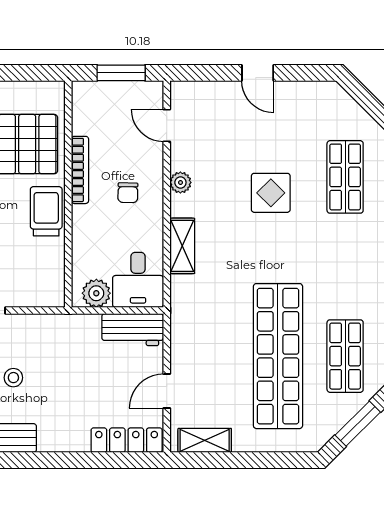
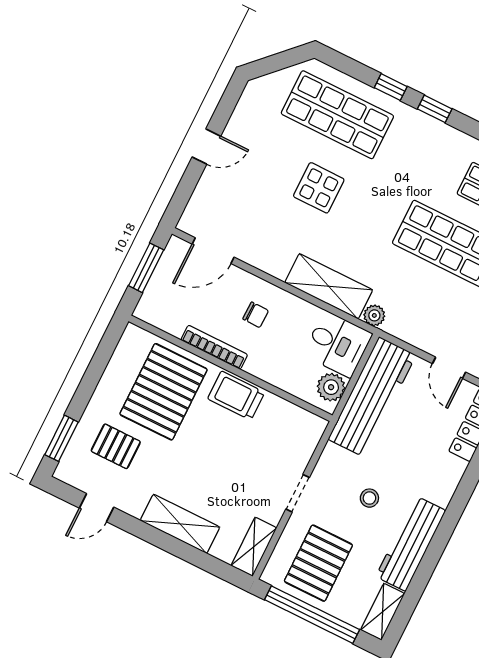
door: (167, 126) -> (213, 251), width x1.38
shop shelf: (345, 177) -> (337, 115), width x1.43, depth x1.36
plant: (180, 182) -> (374, 315), moved
shelving: (182, 246) -> (329, 286), width x1.50, depth x1.33
workbench: (133, 330) -> (372, 397), width x1.88, depth x1.32

